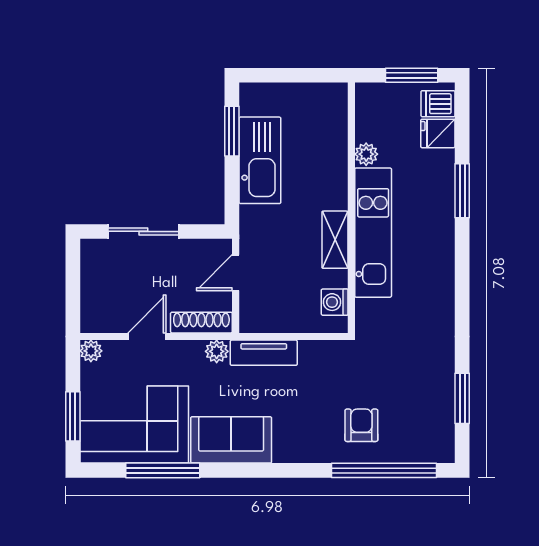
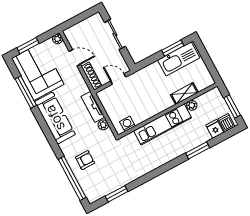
kitchen sink: (260, 160) -> (179, 59), moved
shelving: (335, 240) -> (184, 94), moved
plant: (217, 351) -> (103, 125), moved
sofa: (231, 440) -> (55, 118), width x1.36

